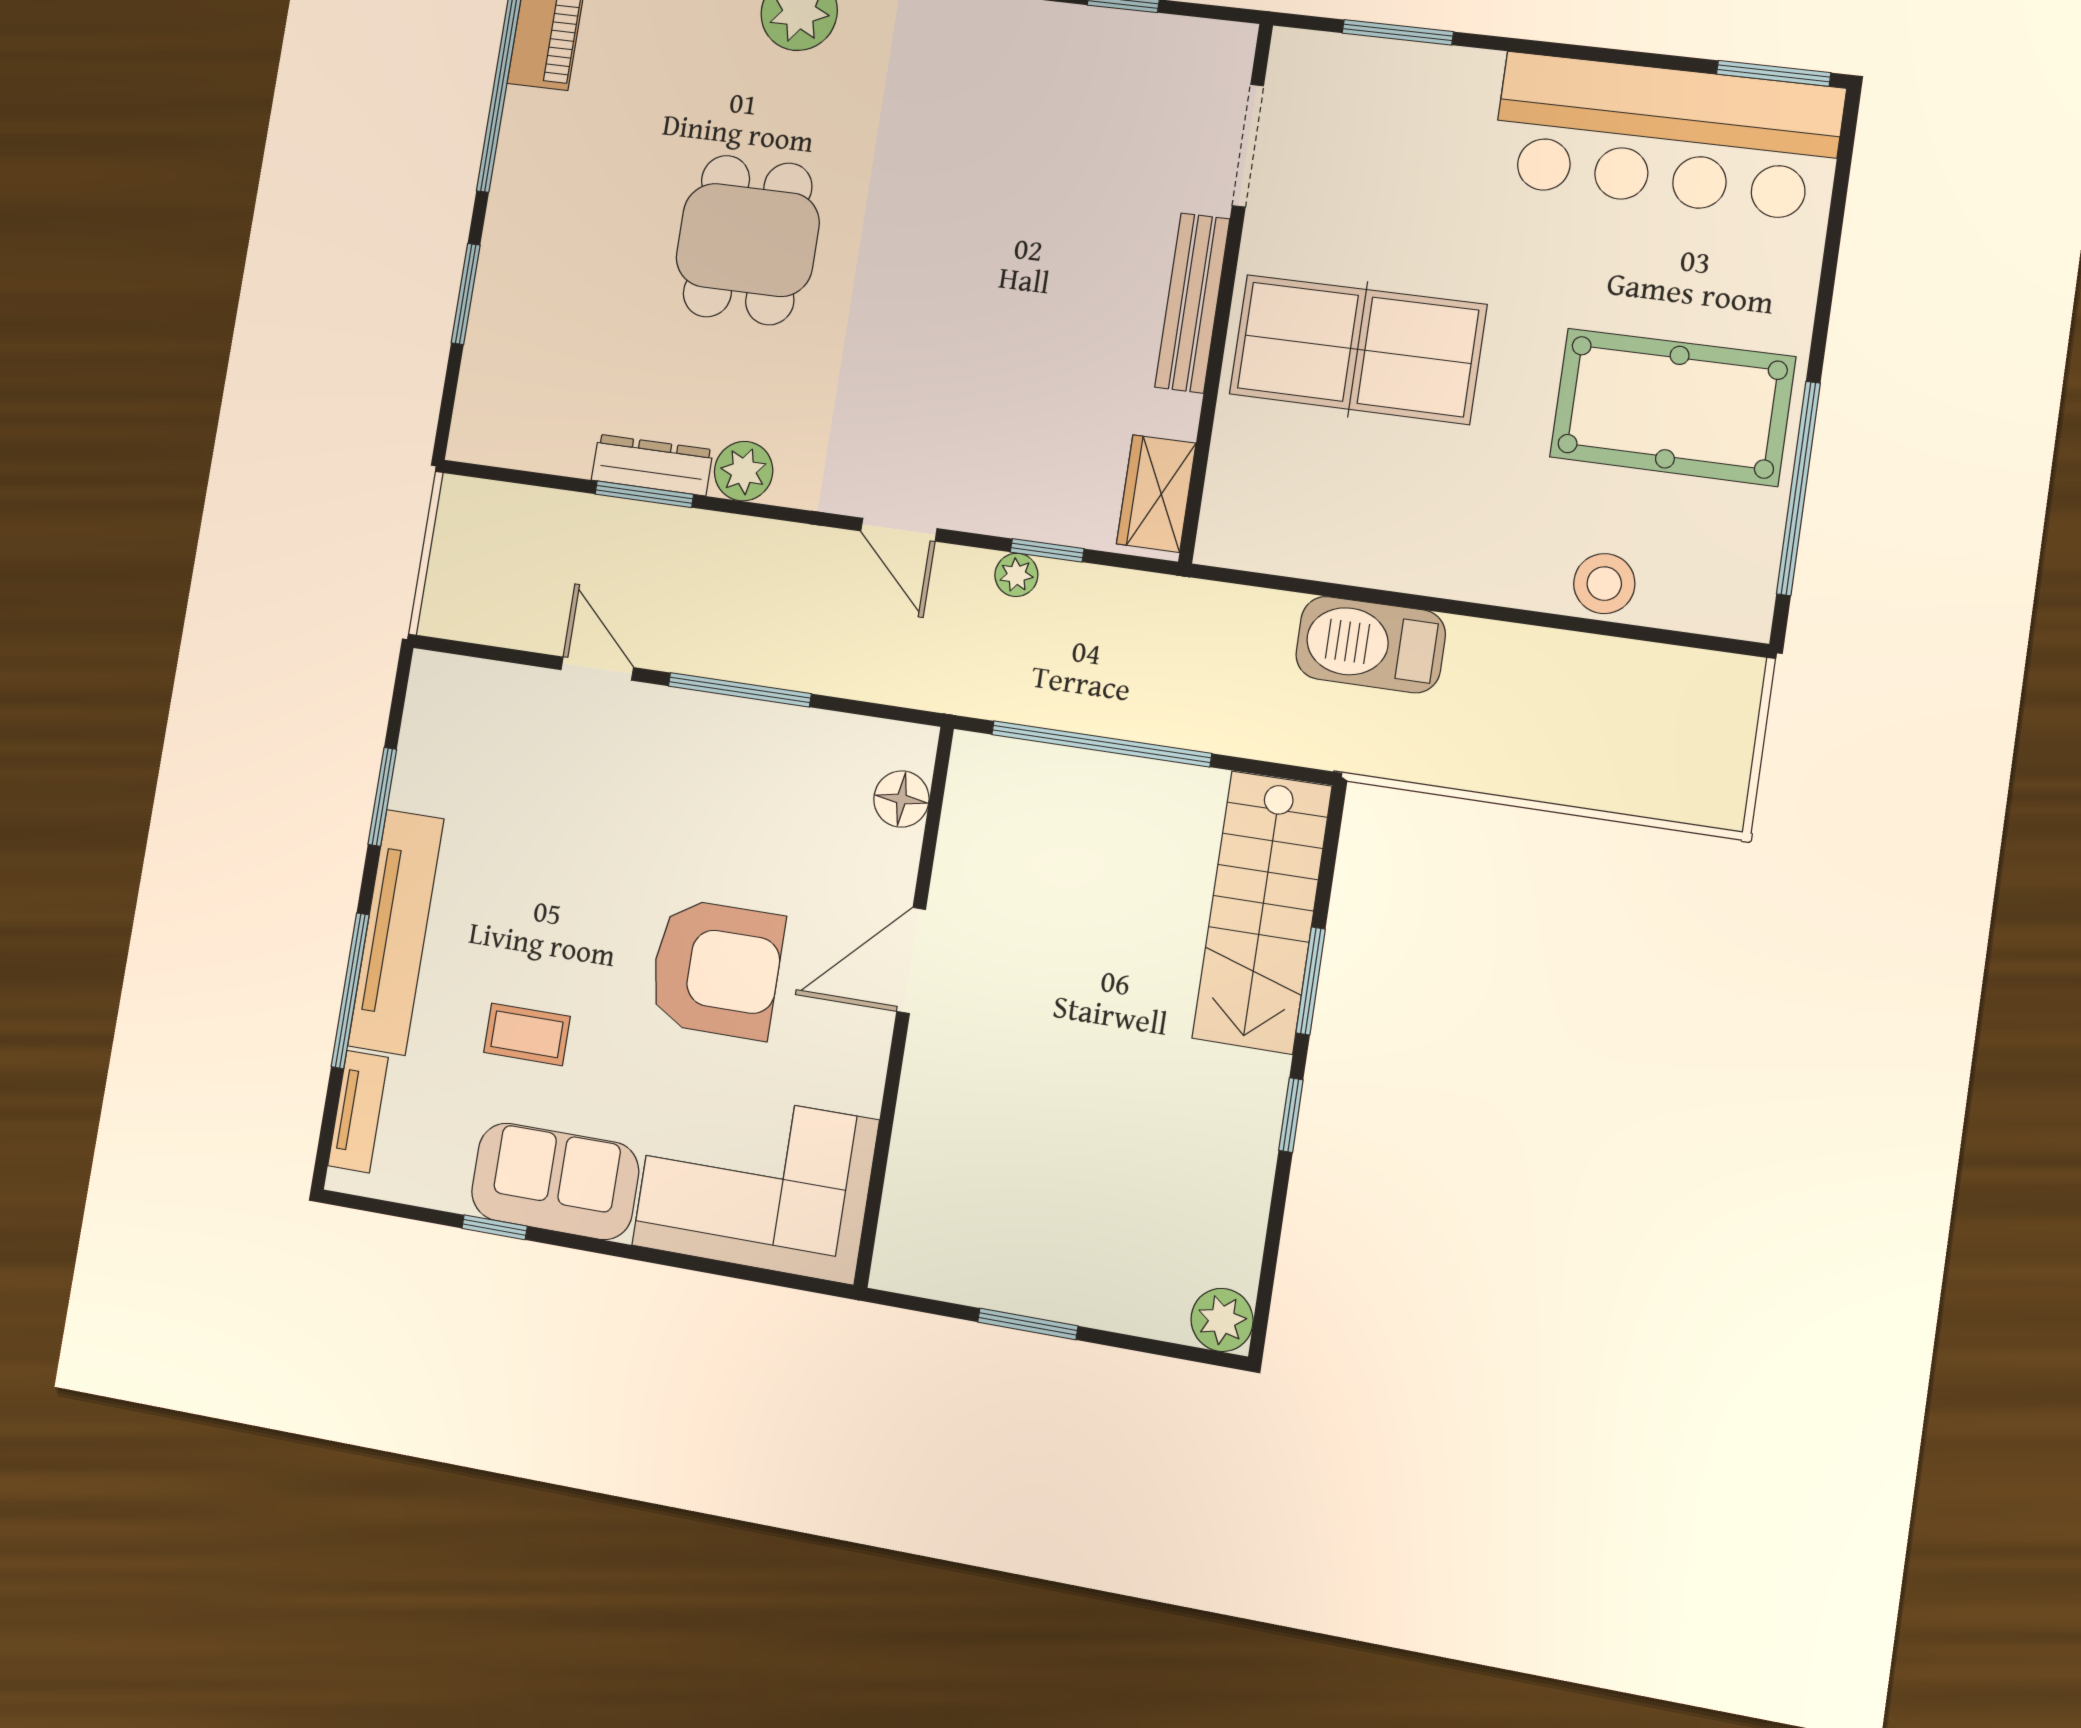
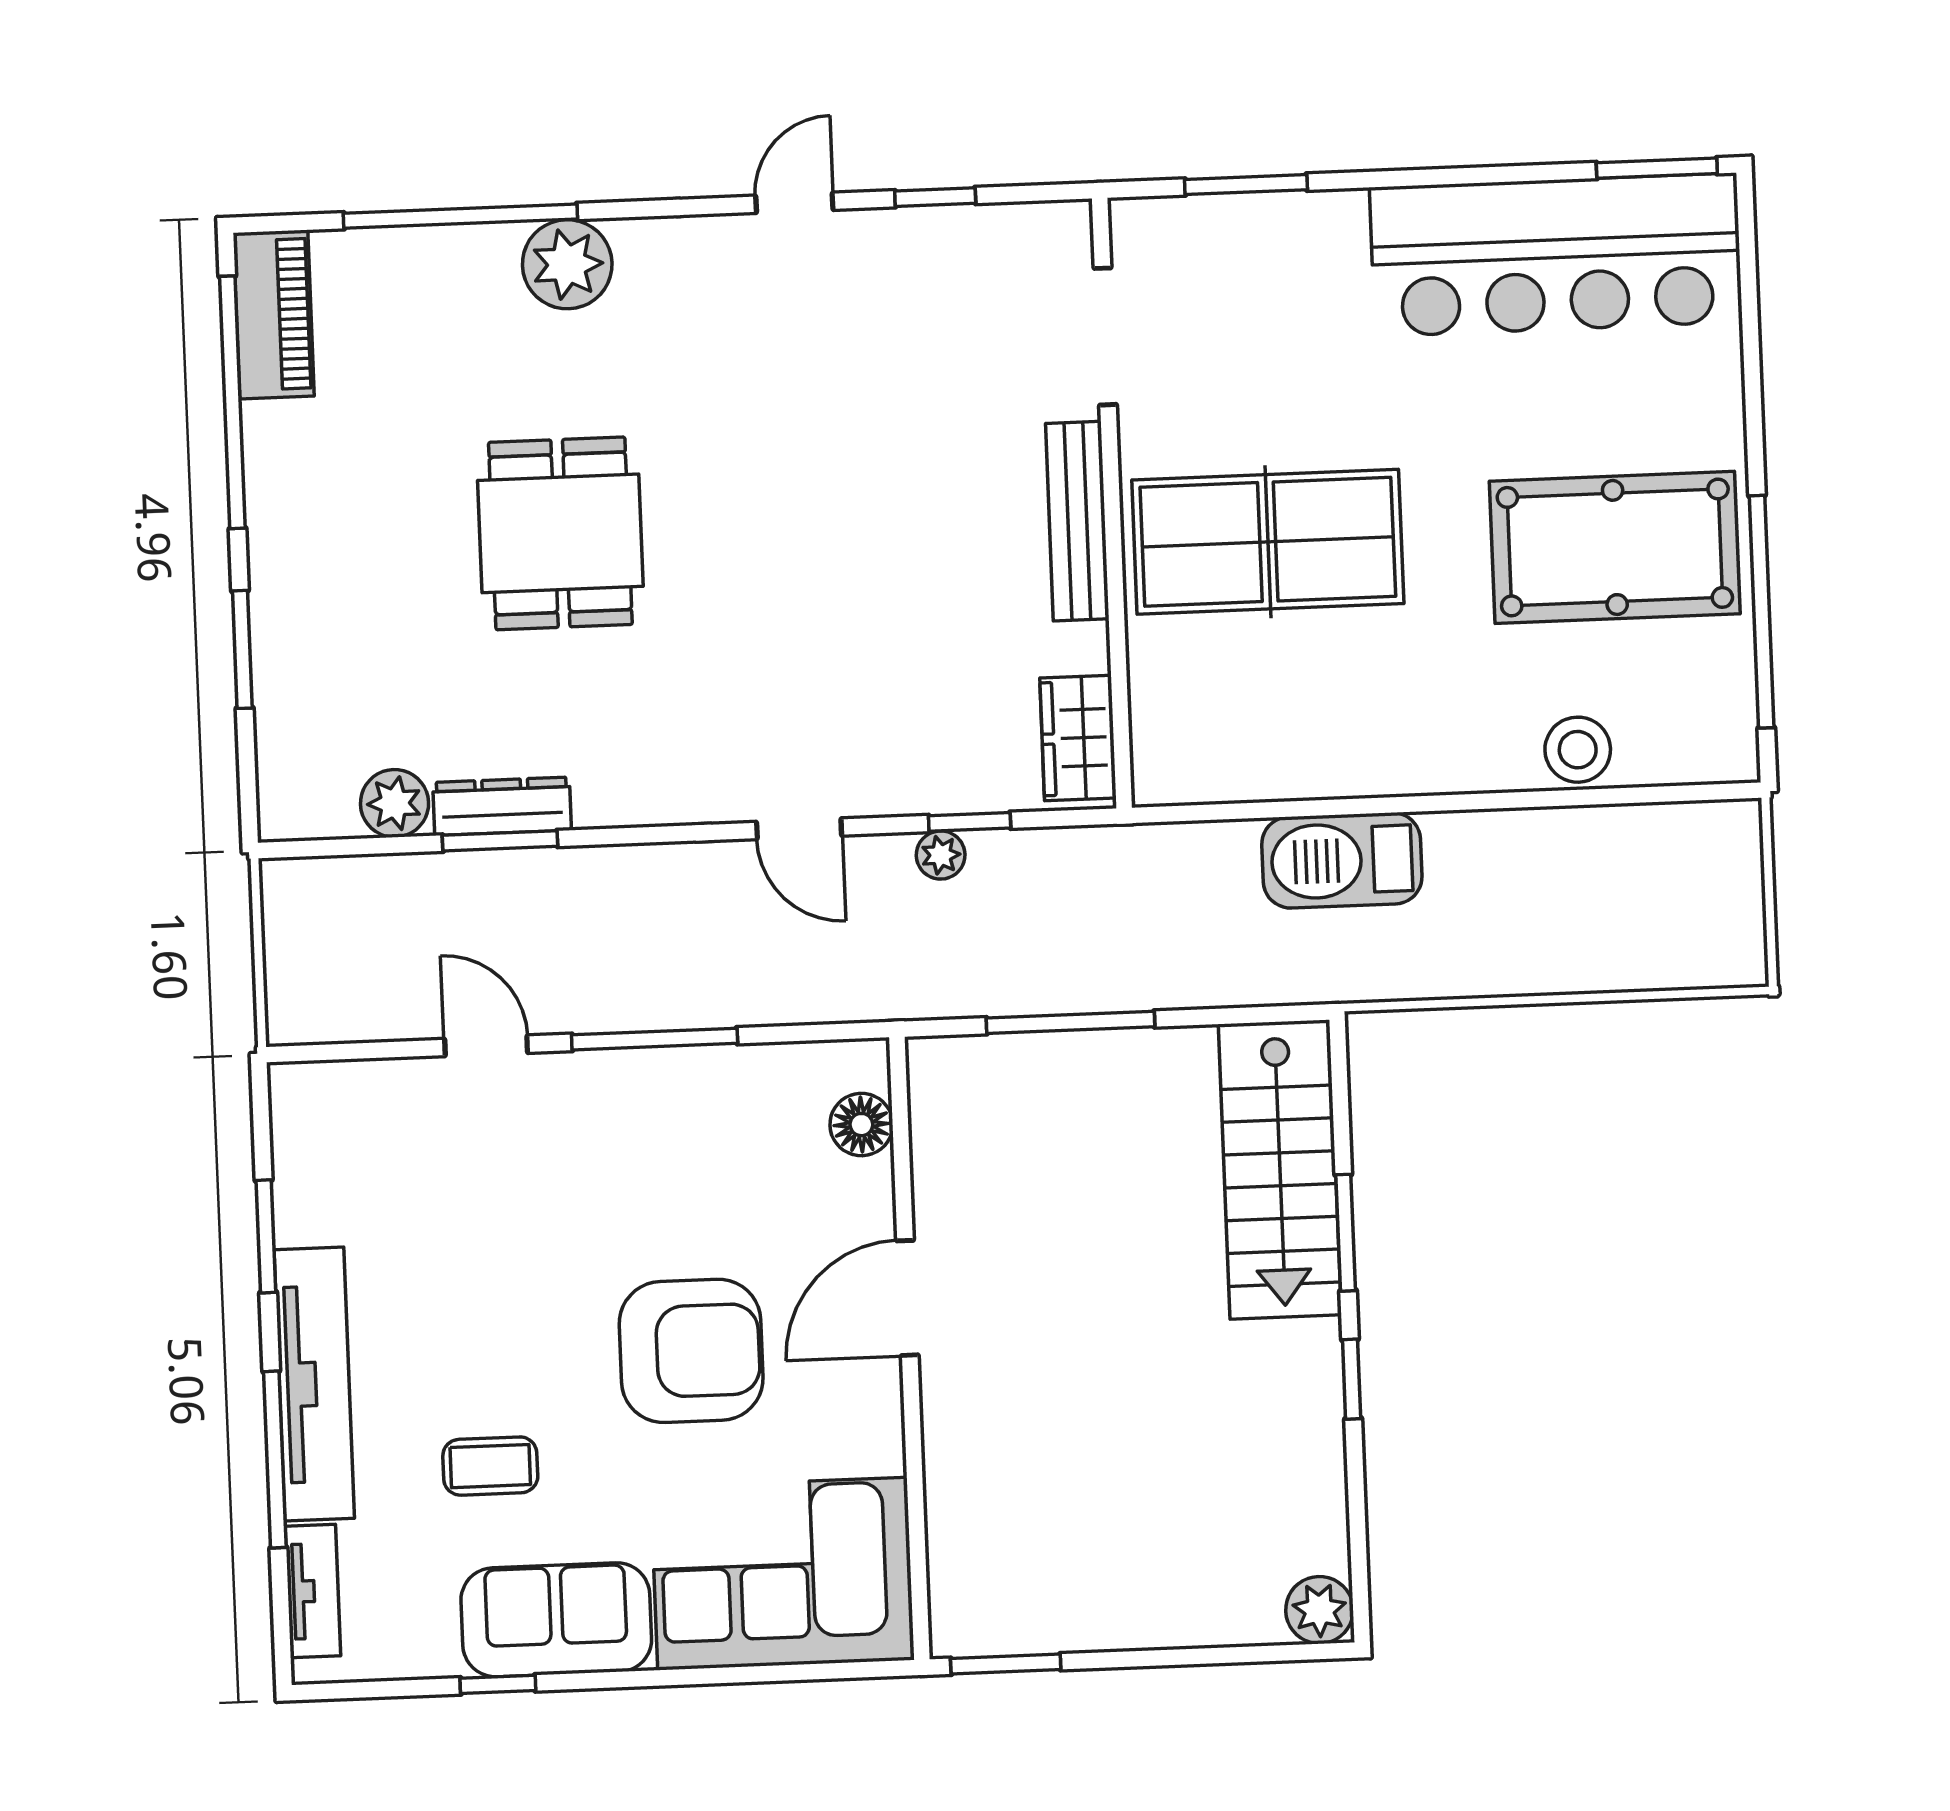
plant: (744, 471) -> (395, 803), moved
window: (1101, 744) -> (1070, 1022), width x0.68
window: (1028, 1324) -> (1006, 1664), moved

